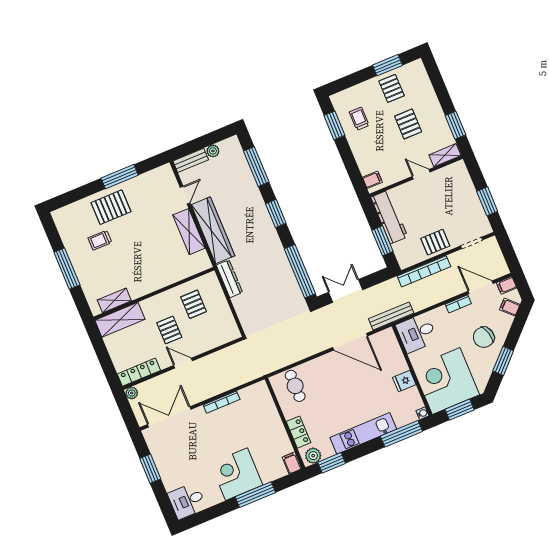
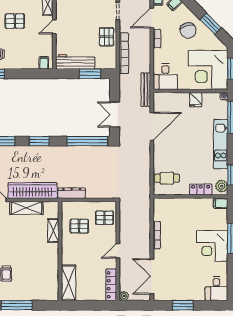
shelving: (114, 300) -> (53, 231), moved
pallet: (169, 330) -> (104, 218), moved

